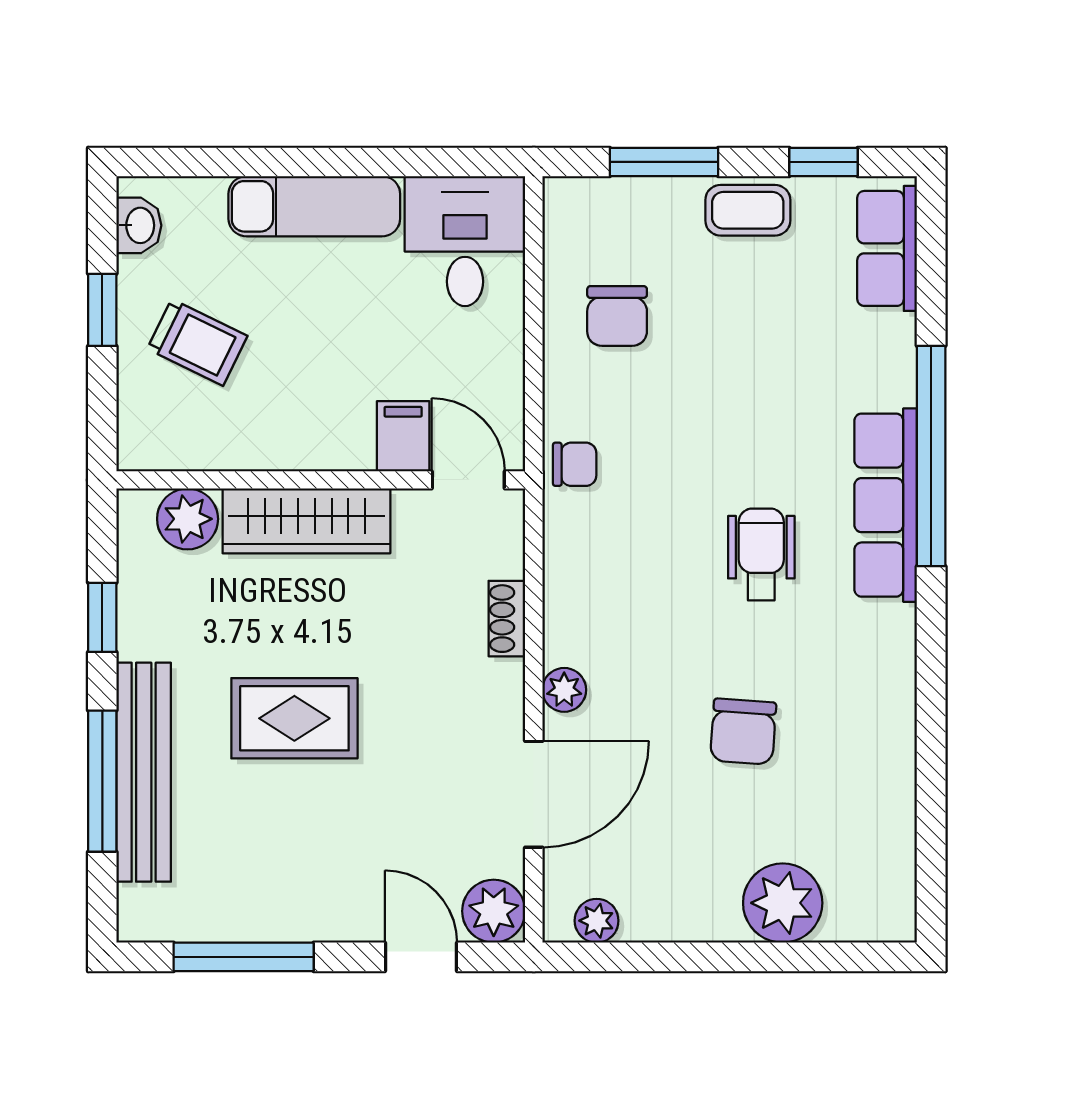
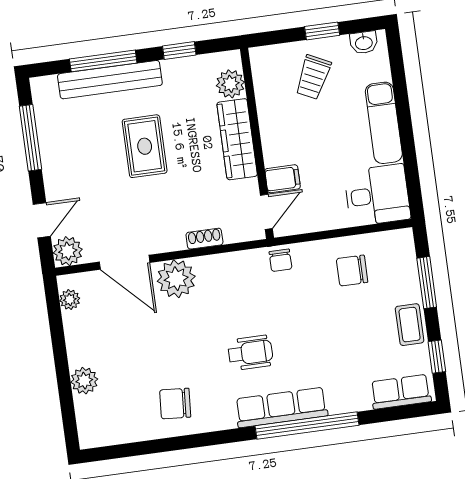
plant: (564, 690) -> (176, 279), width x1.88, depth x1.88
chair: (743, 732) -> (175, 404), moved
plant: (783, 903) -> (84, 381), width x0.73, depth x0.73

